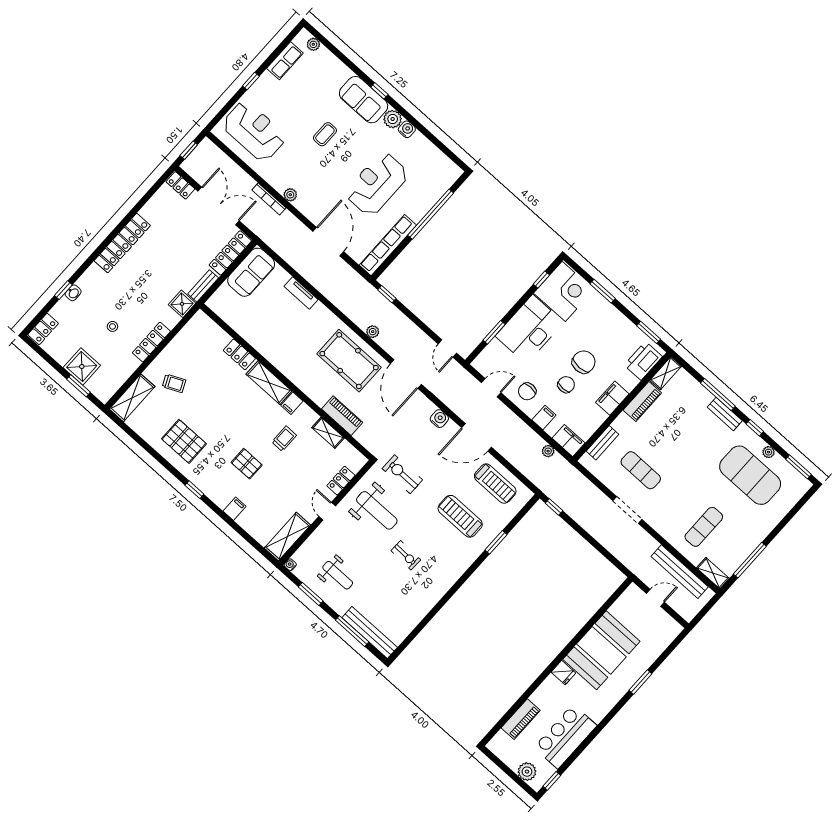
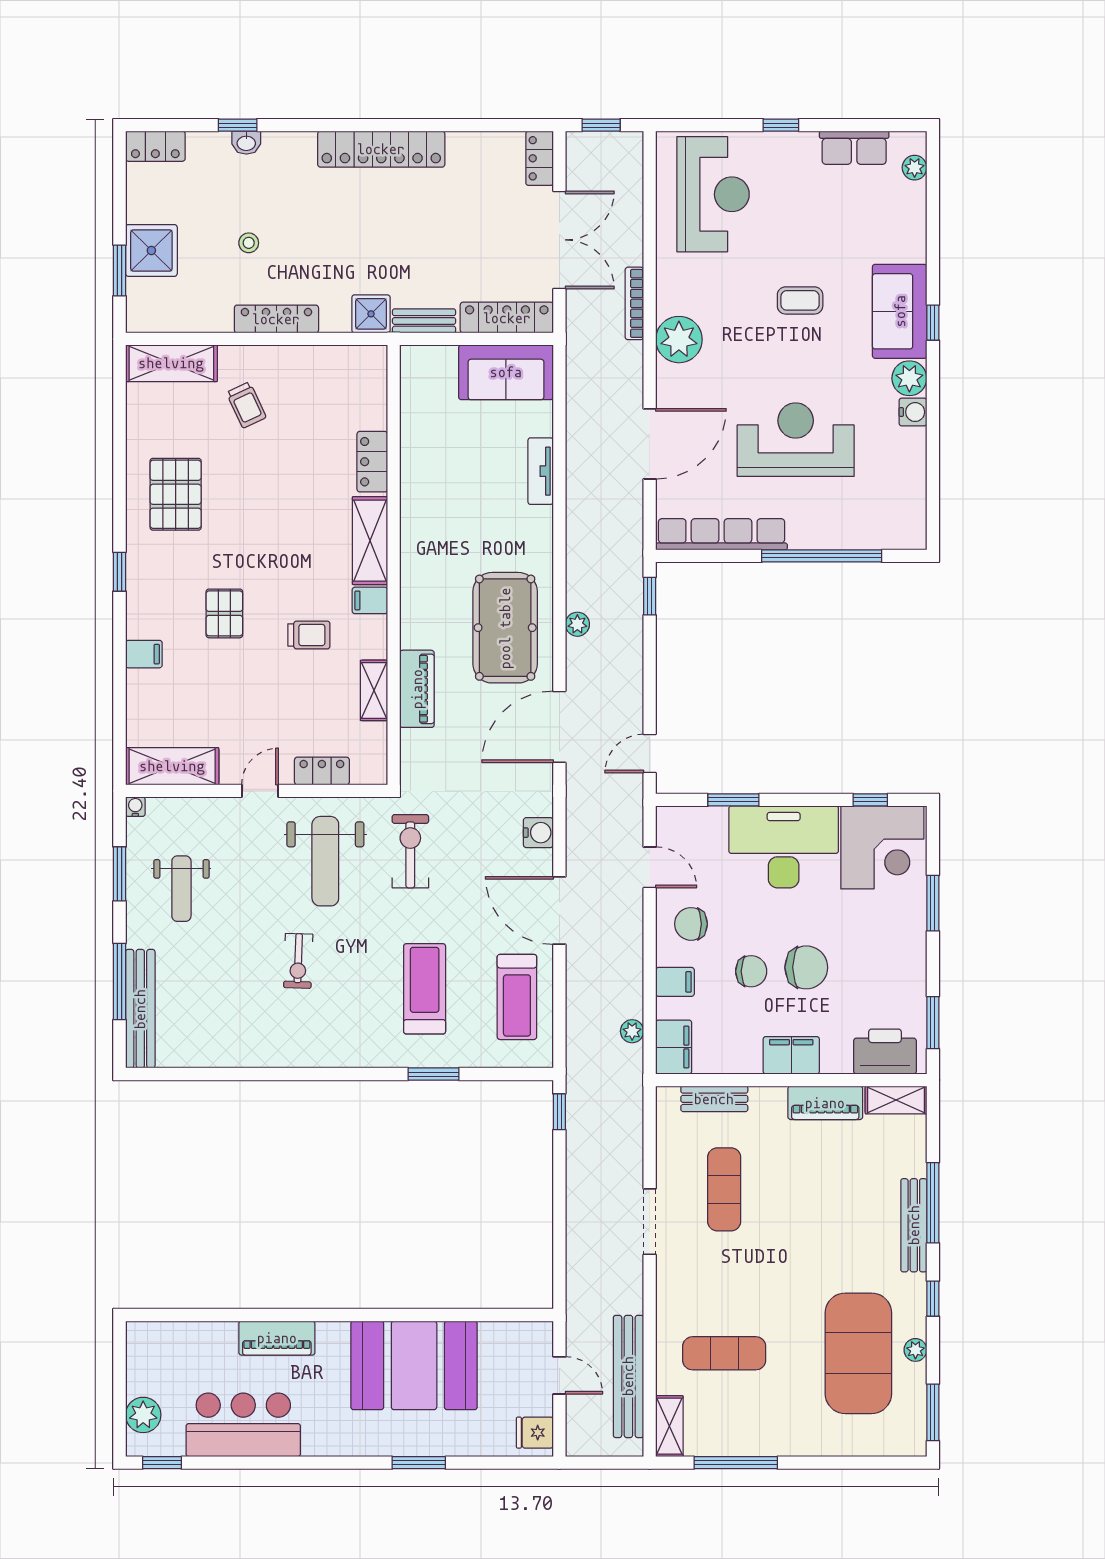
plant: (290, 195) -> (679, 340), width x1.88, depth x1.88
bench: (725, 414) -> (914, 1225), width x1.36
fridge: (563, 673) -> (535, 1433), moved, turned 90
piano: (521, 719) -> (277, 1338), moved

